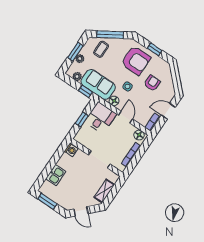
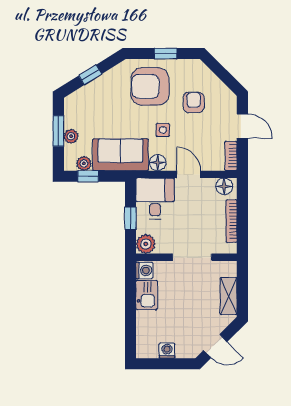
window: (110, 35) -> (90, 75), width x0.46
coffee table: (101, 49) -> (92, 103), removed
armchair: (136, 60) -> (150, 86), turned 180
window: (85, 91) -> (88, 176), moved
door: (168, 111) -> (242, 126), swing flipped
plant: (81, 137) -> (146, 244), added
kitchen sink: (56, 175) -> (147, 295), moved
washing machine: (55, 197) -> (167, 351), added
window: (47, 201) -> (160, 364), removed

